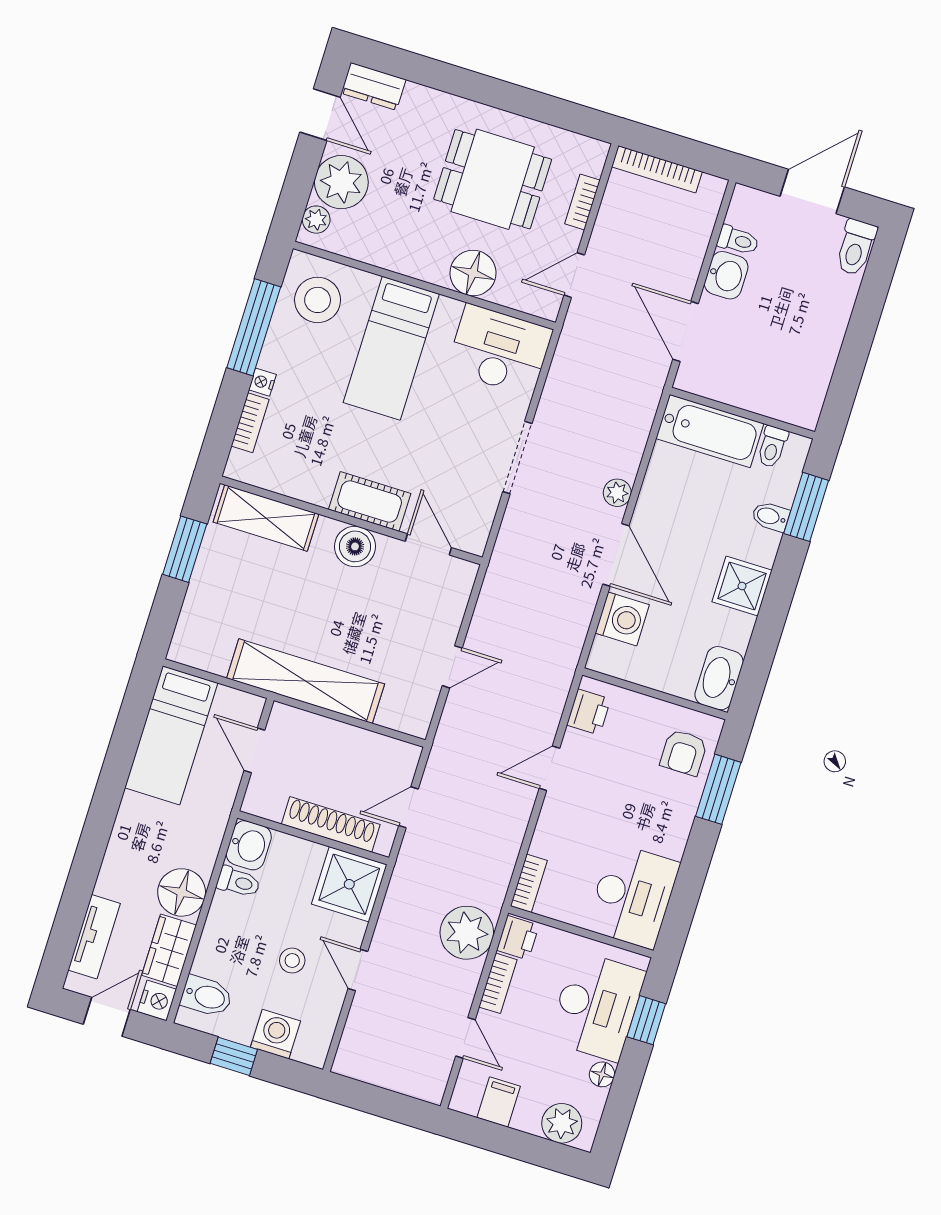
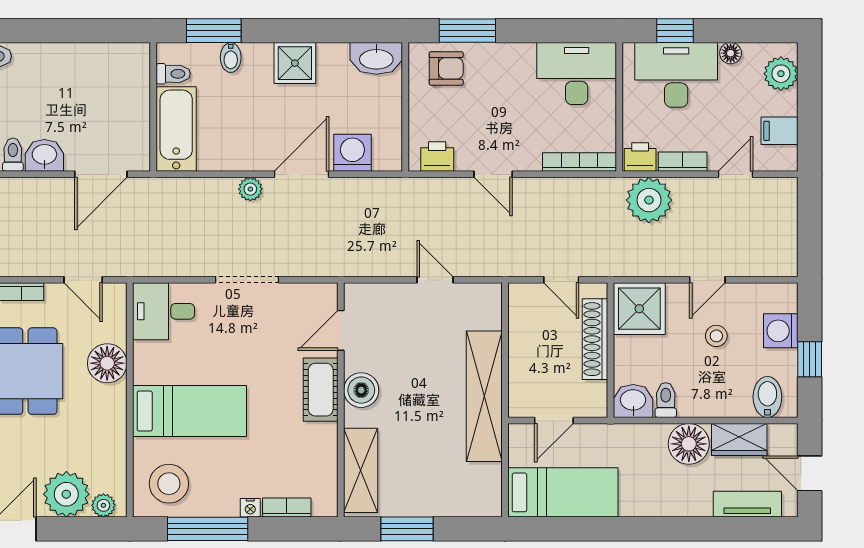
desk: (499, 350) -> (164, 311), width x0.73
bookcase: (529, 883) -> (579, 162), width x1.56
nightstand: (157, 1001) -> (784, 437), removed

